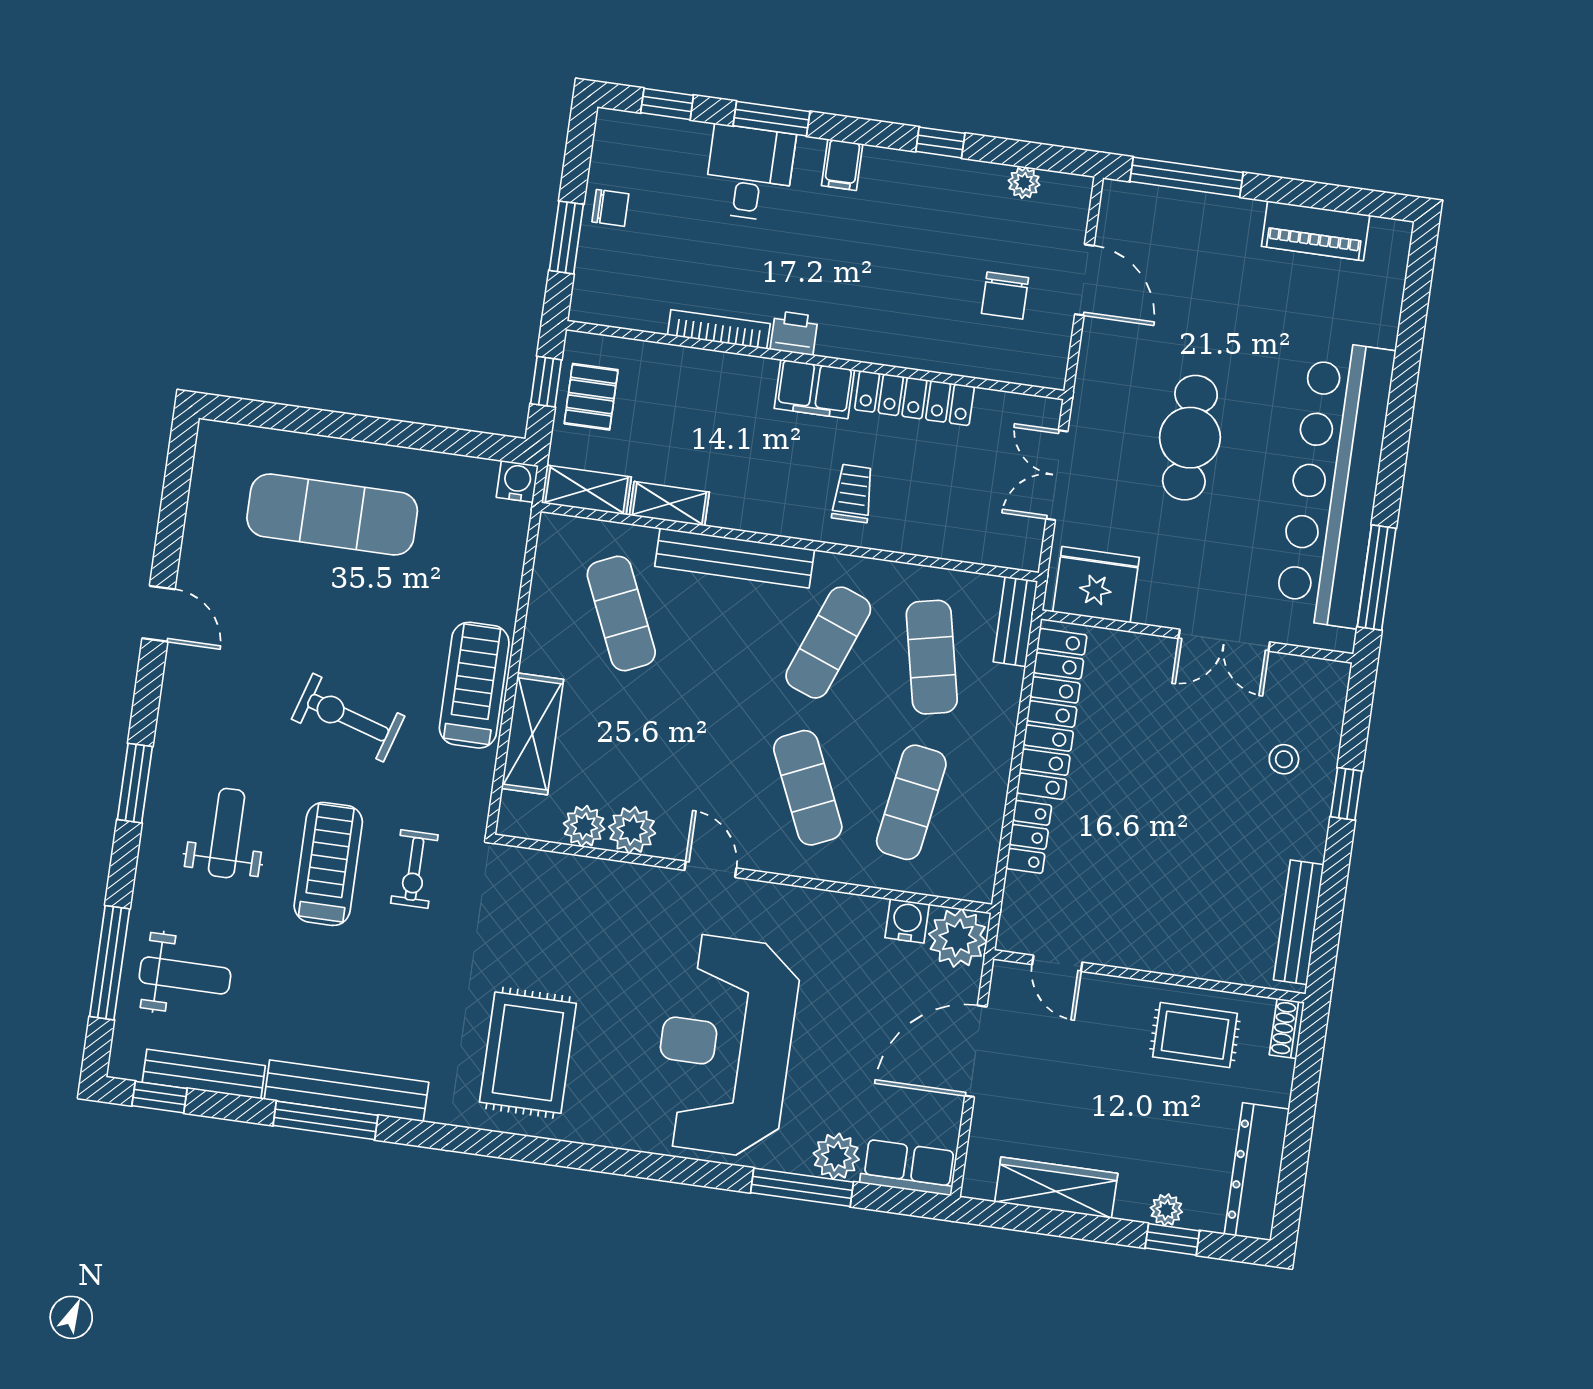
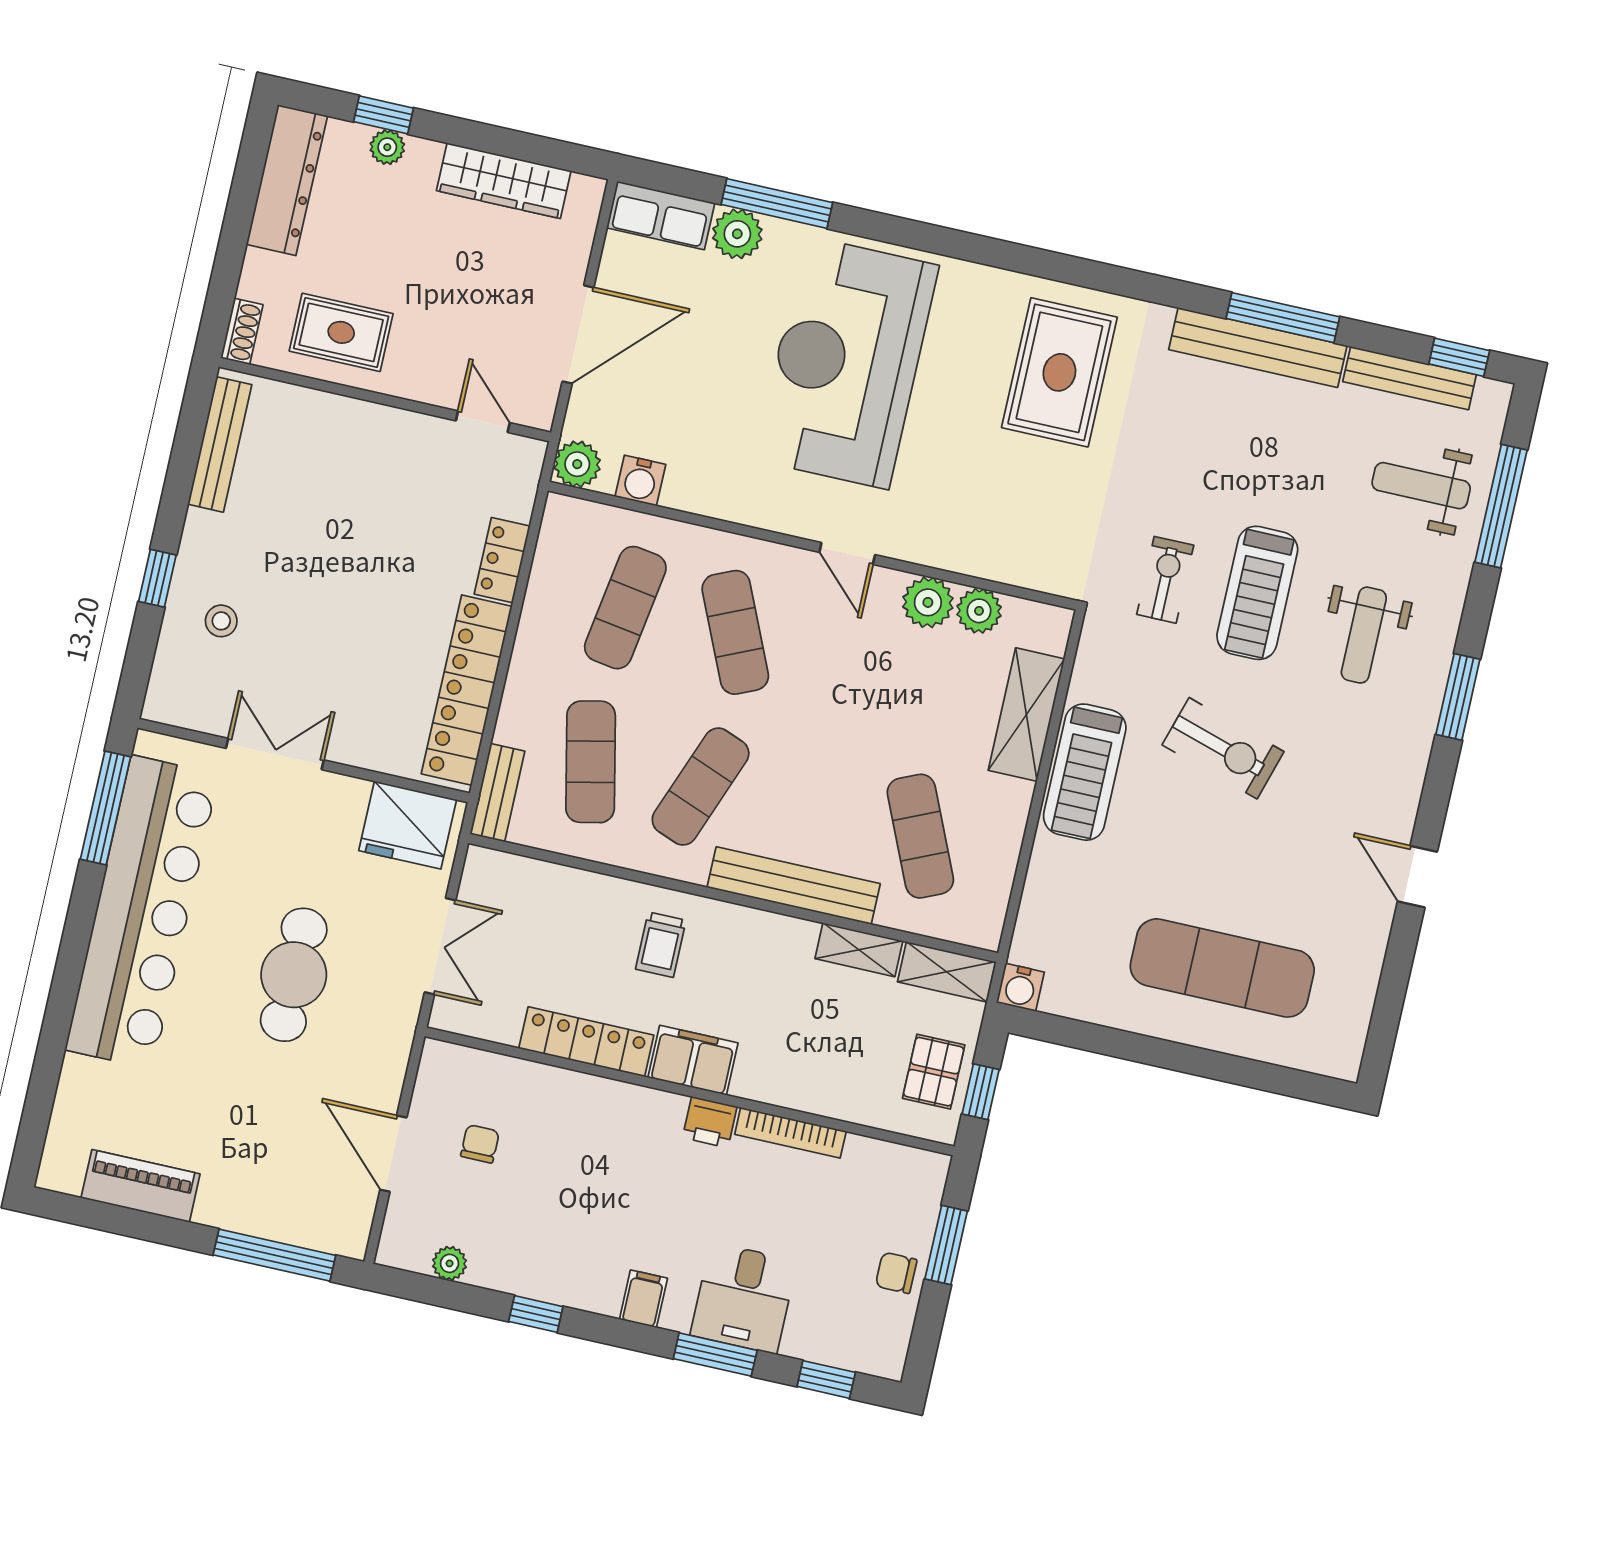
chair: (1005, 296) -> (480, 1144), width x0.73, depth x0.73
plant: (958, 938) -> (577, 464), width x0.73, depth x0.73
reception desk: (725, 1046) -> (847, 363), turned 180

